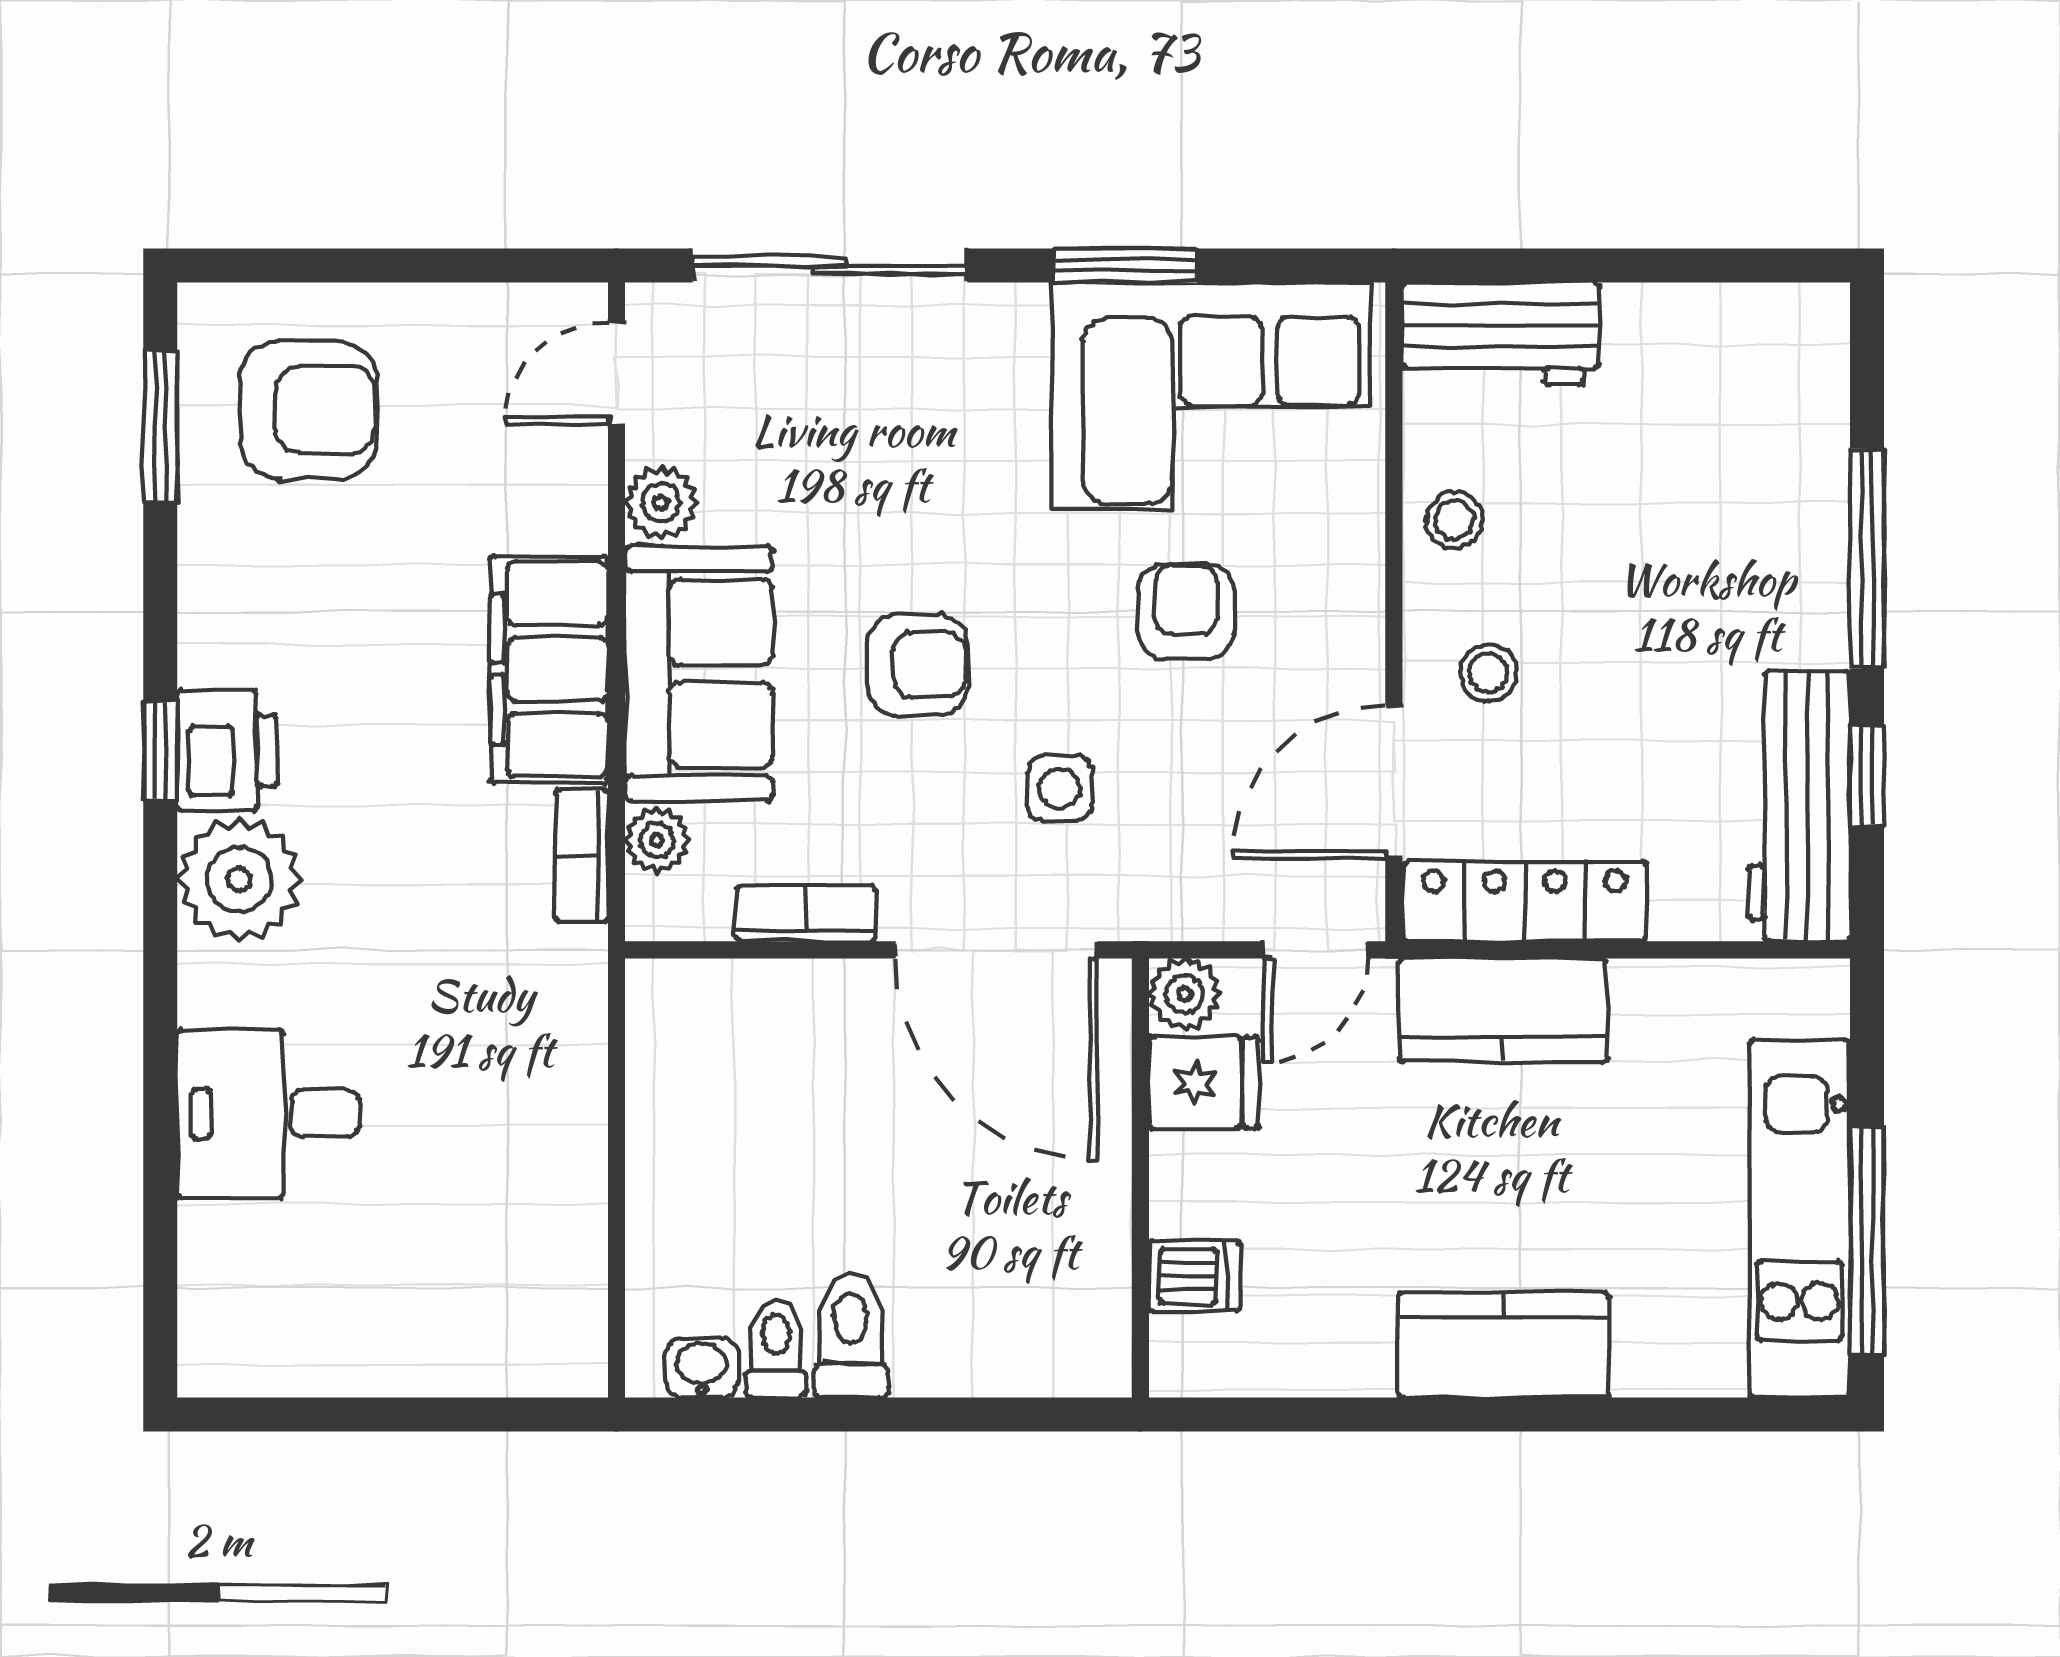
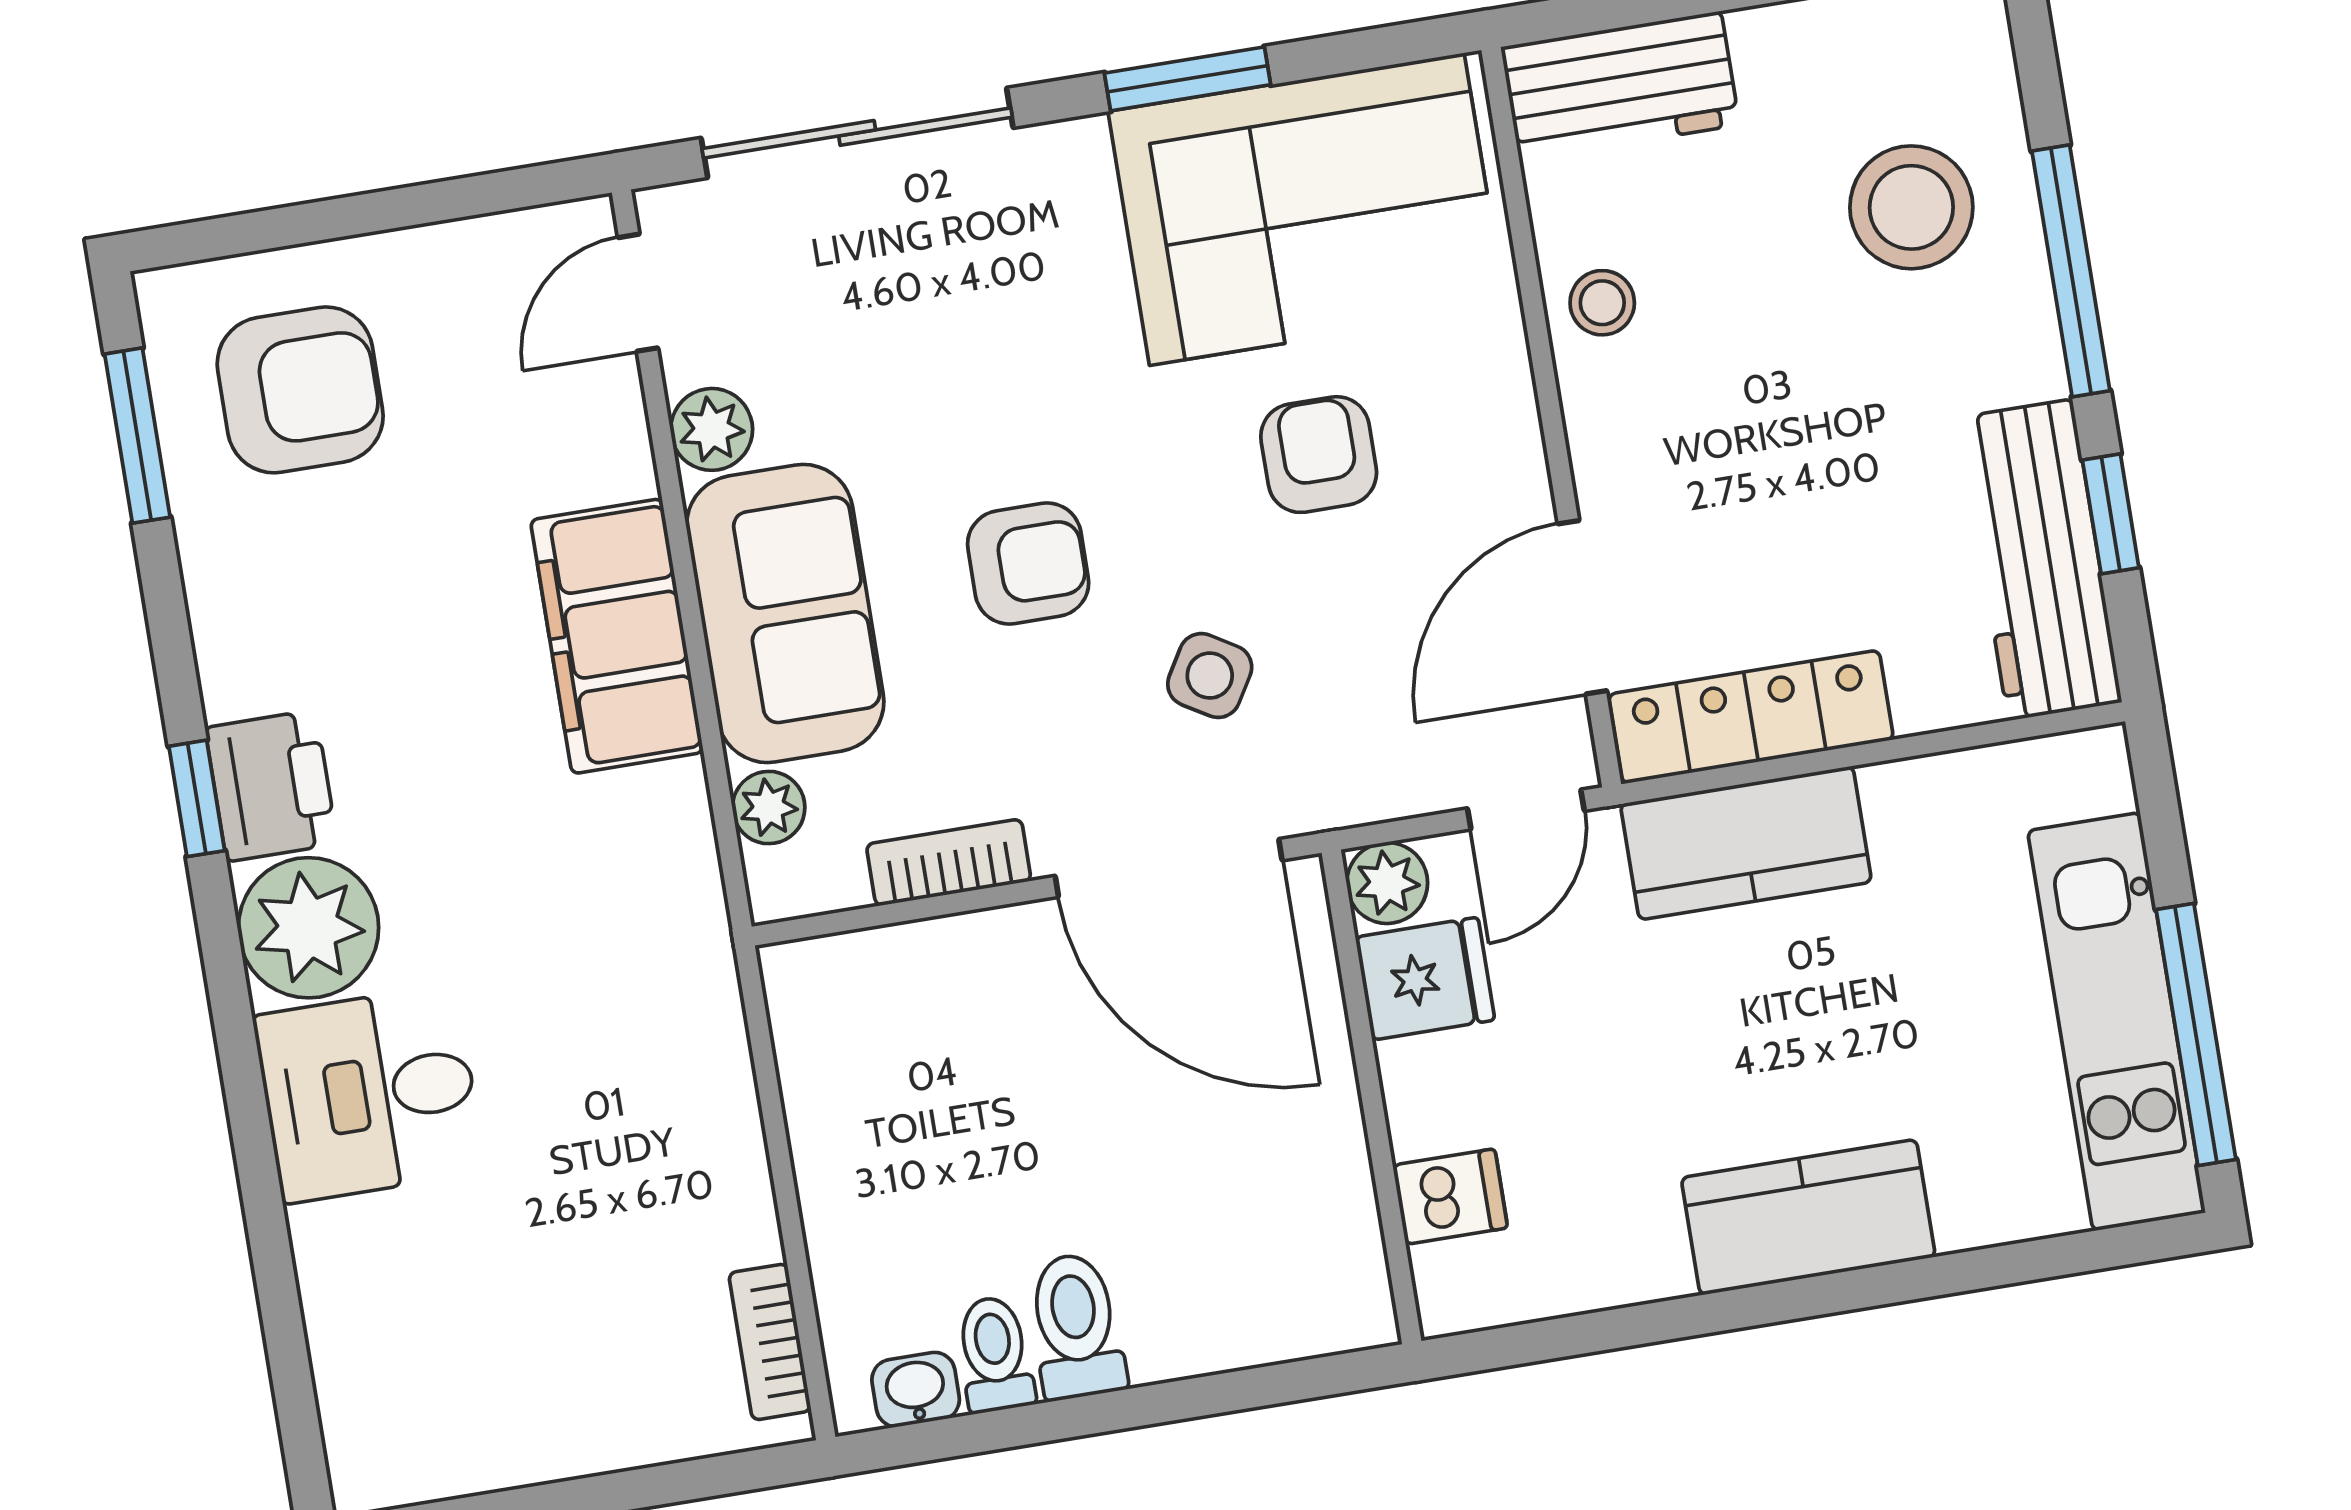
stool: (1489, 673) -> (1911, 207), moved, width x1.89, depth x1.89
side table: (1060, 788) -> (1210, 676), turned 31
bookcase: (582, 856) -> (770, 1342), moved
desk: (268, 1114) -> (369, 1094), moved

